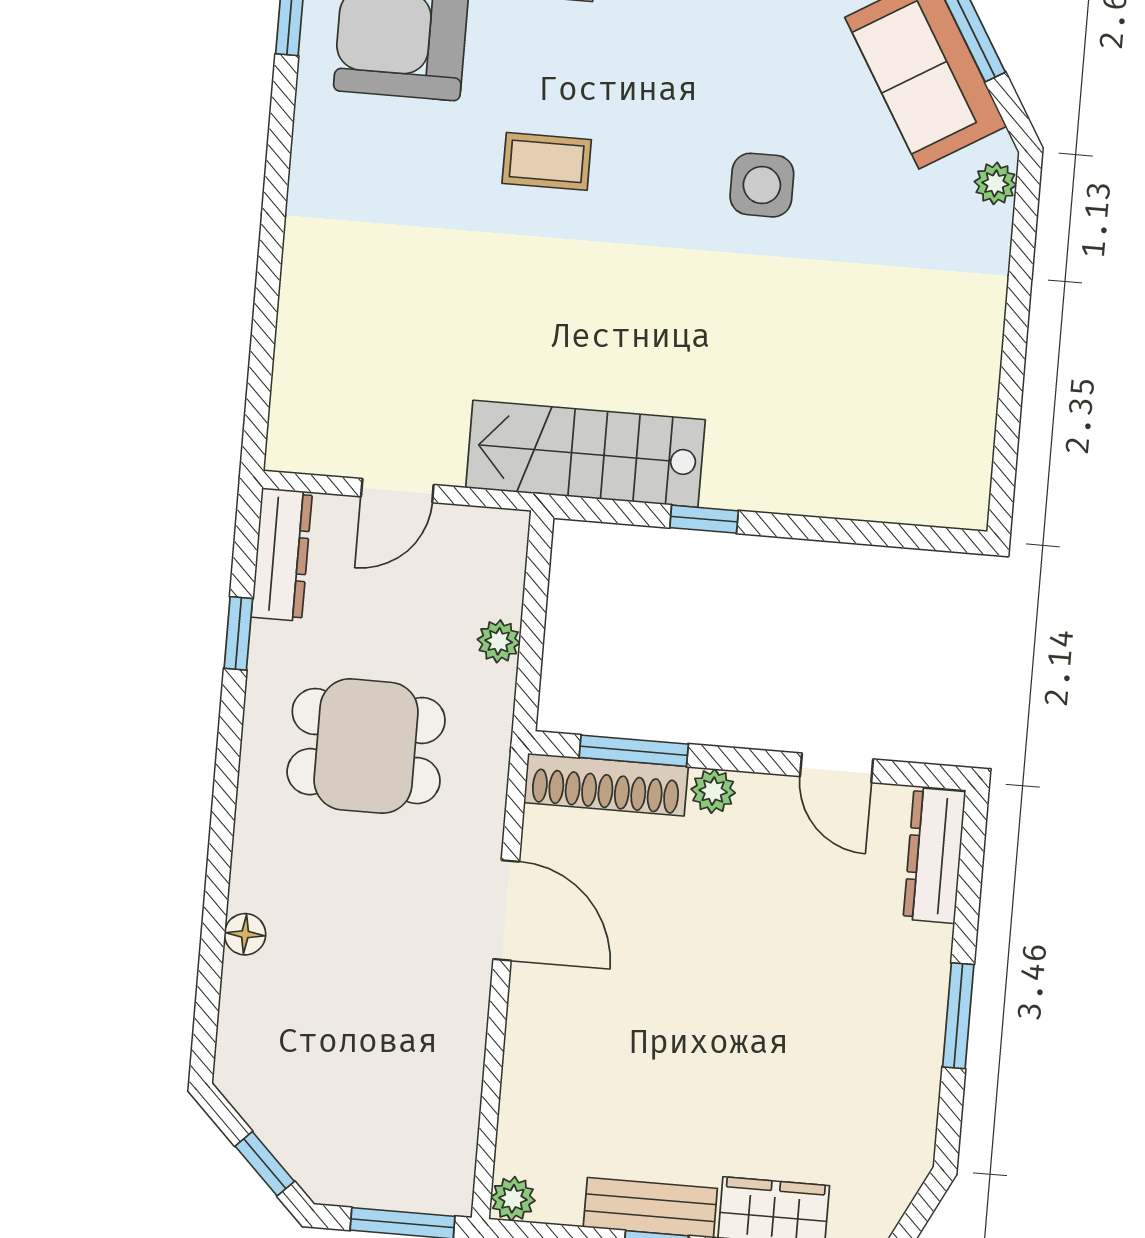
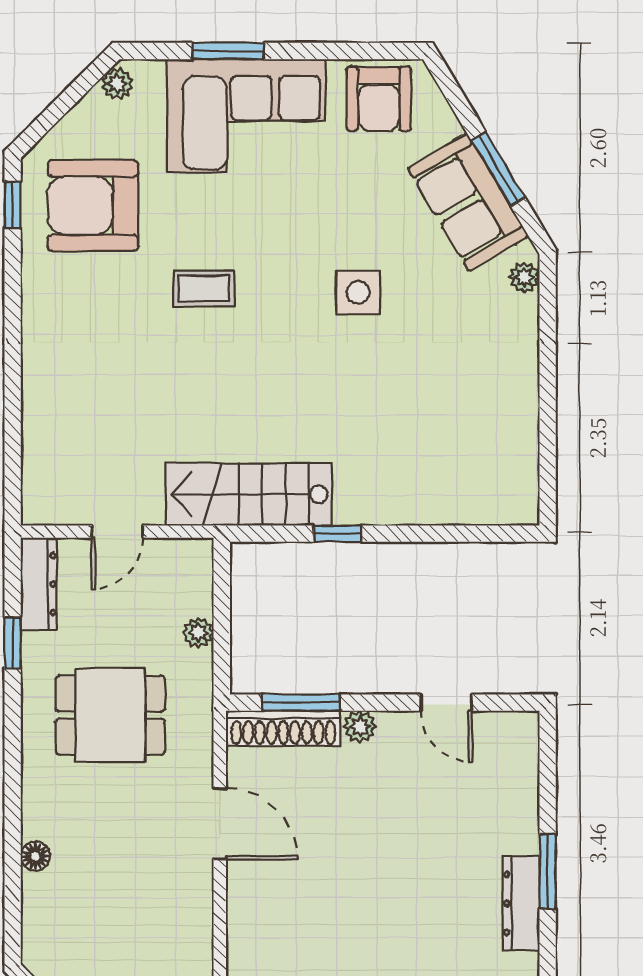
dresser: (934, 855) -> (521, 903), moved

